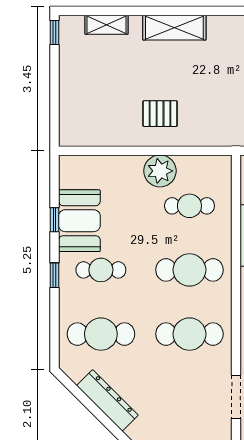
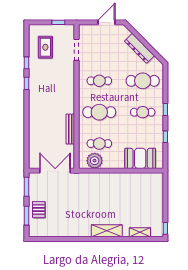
pallet: (160, 114) -> (114, 189), removed
plant: (160, 171) -> (95, 161), moved
booth: (79, 221) -> (140, 158), moved, turned 90
cafe table: (189, 334) -> (99, 81), width x0.73, depth x0.74

